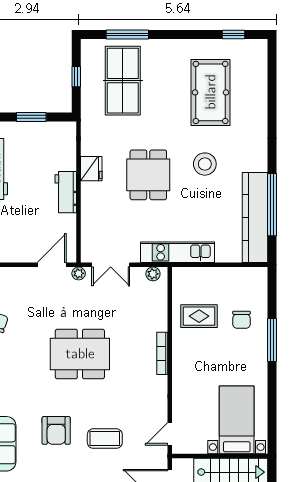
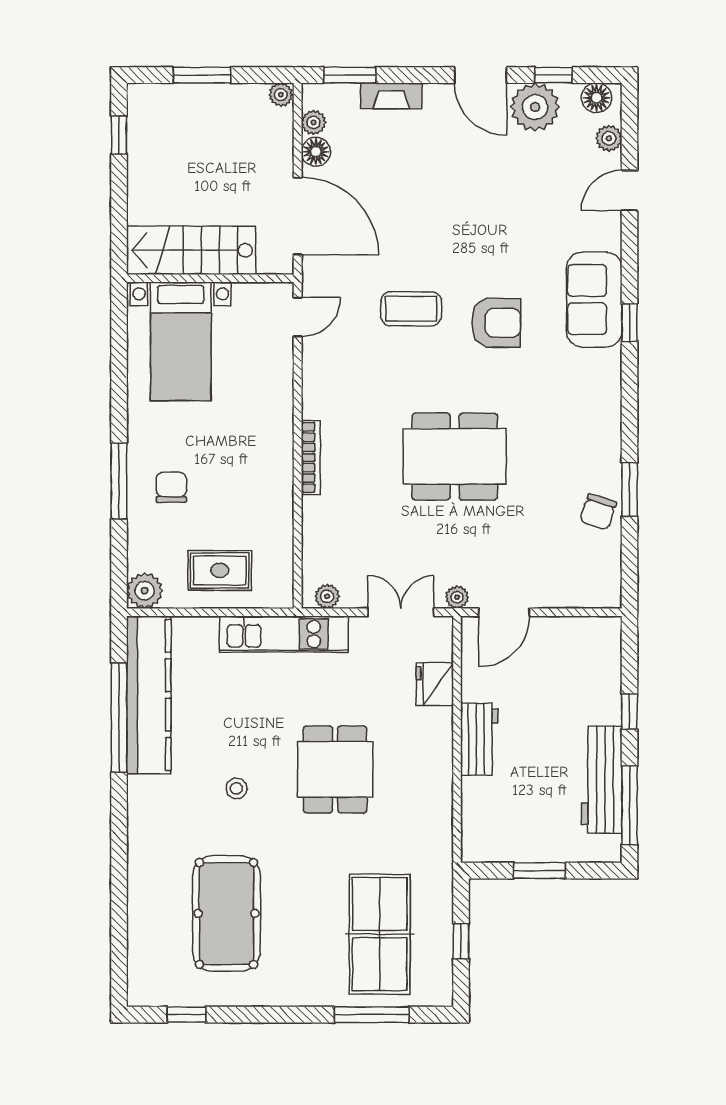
stool: (205, 164) -> (236, 788), width x0.53, depth x0.53
fridge: (91, 169) -> (435, 684), moved
plant: (257, 277) -> (145, 591), added
rug: (199, 316) -> (220, 570), moved
chair: (242, 320) -> (171, 487), moved
armchair: (56, 430) -> (496, 323), turned 90

